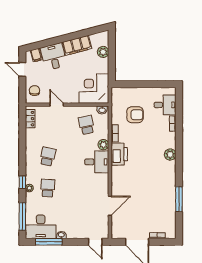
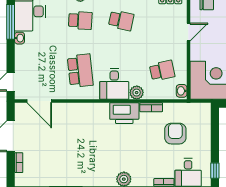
window: (164, 84) -> (215, 171), added
armchair: (135, 115) -> (175, 134), turned 180
school desk: (86, 188) -> (80, 71), added
door: (110, 206) -> (39, 101), moved

